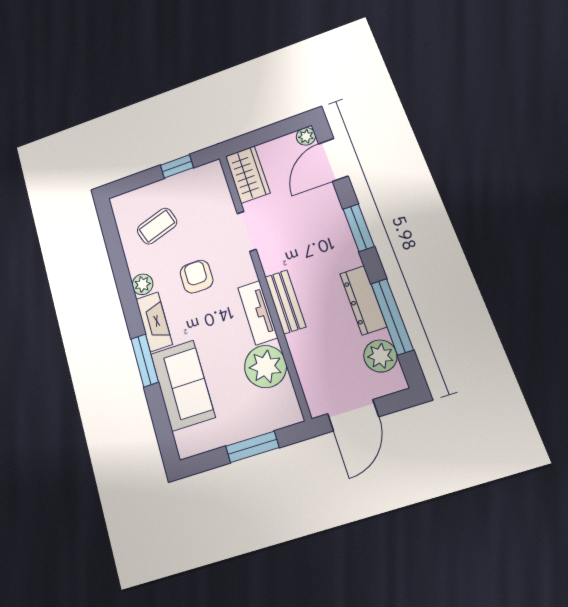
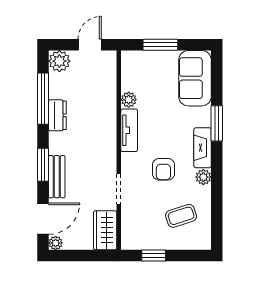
dresser: (363, 300) -> (57, 115), width x0.70
bench: (285, 302) -> (57, 177), moved
plant: (380, 356) -> (59, 61), moved
plant: (265, 367) -> (129, 100), width x0.53, depth x0.53
sofa: (183, 385) -> (195, 78), moved
door: (353, 415) -> (90, 45), width x0.73

